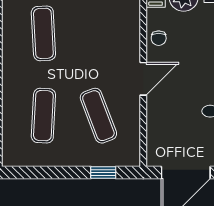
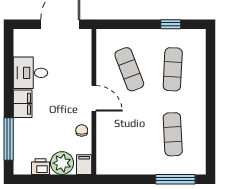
door: (143, 79) -> (94, 98), swing flipped
window: (103, 173) -> (171, 24), moved

